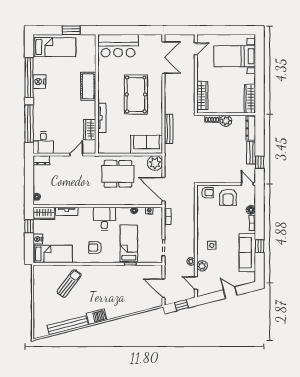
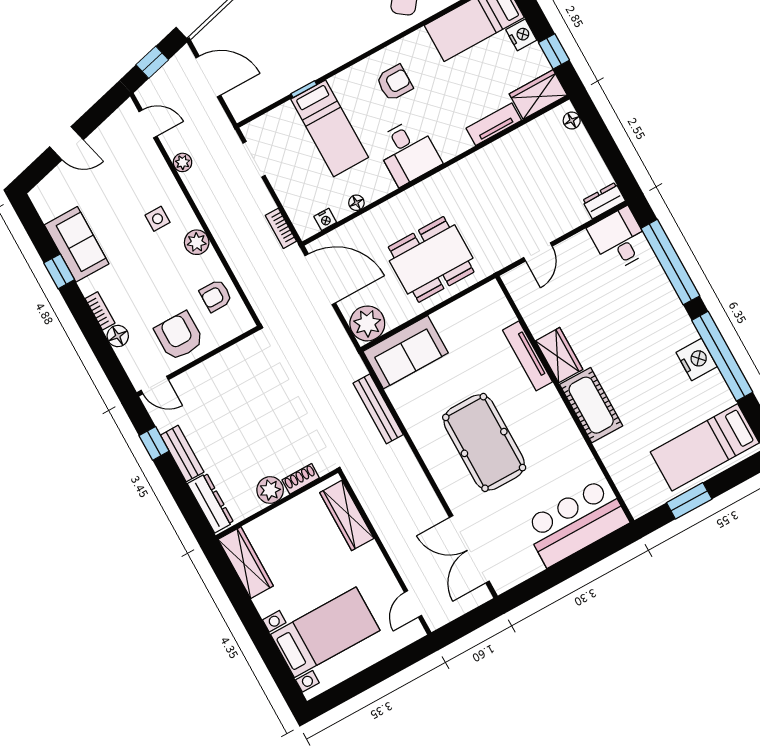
wardrobe: (90, 130) -> (559, 355), moved
armchair: (208, 193) -> (216, 296), moved
sofa: (247, 253) -> (77, 244), width x0.73
plant: (202, 266) -> (197, 242), moved

